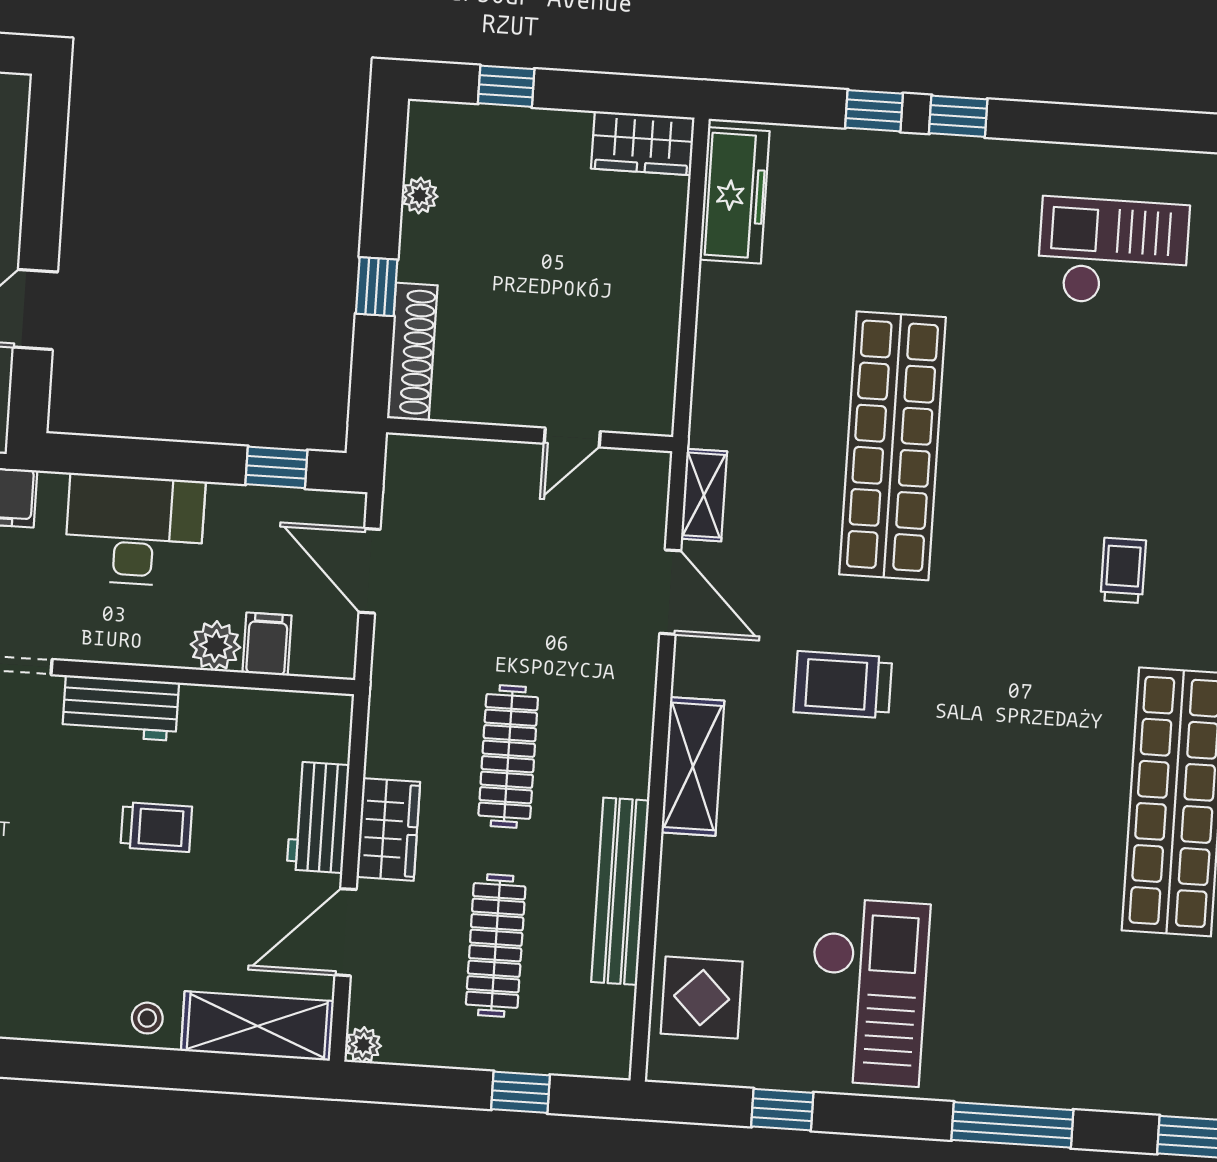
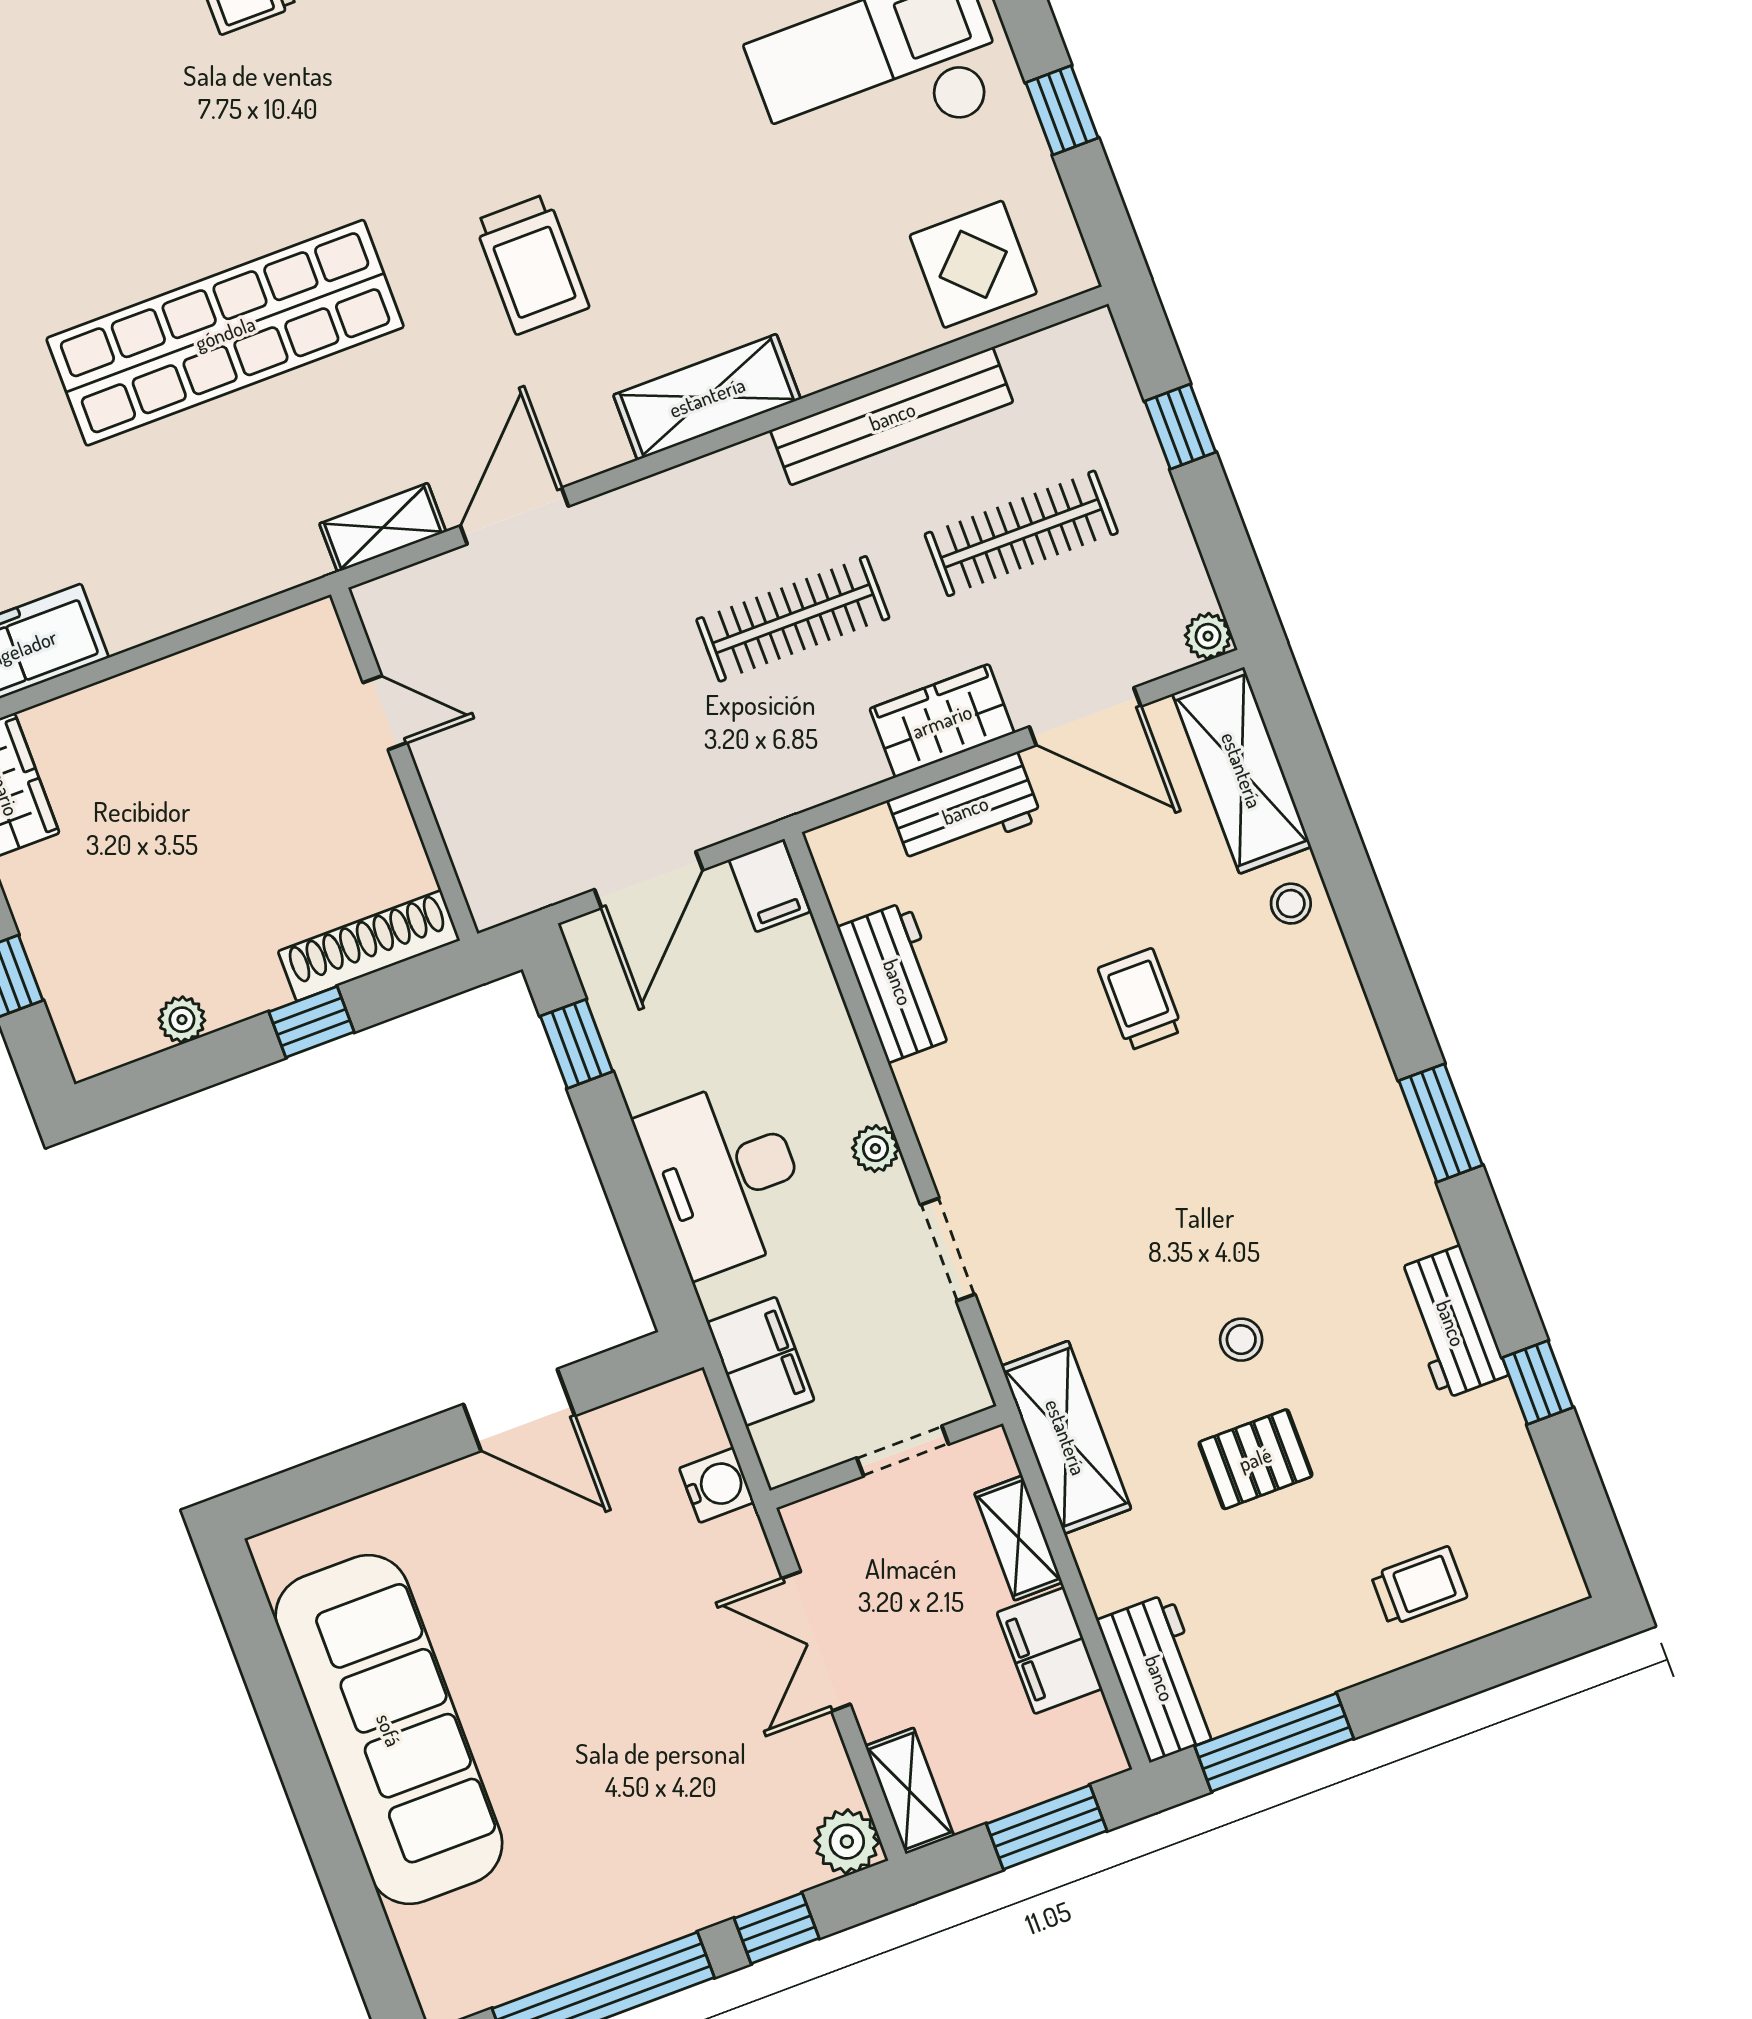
filing cabinet: (267, 644) -> (770, 886), moved, turned -90
plant: (215, 646) -> (875, 1149), moved, width x0.73, depth x0.73
workbench: (121, 708) -> (898, 982), moved
trolley: (156, 827) -> (1140, 999), moved

